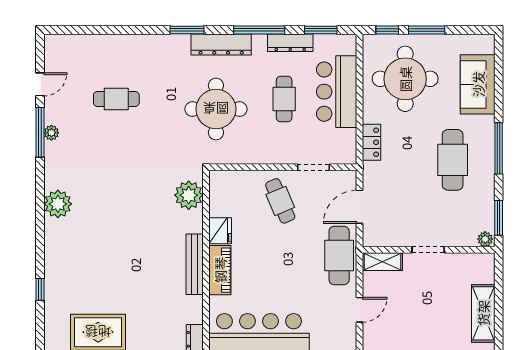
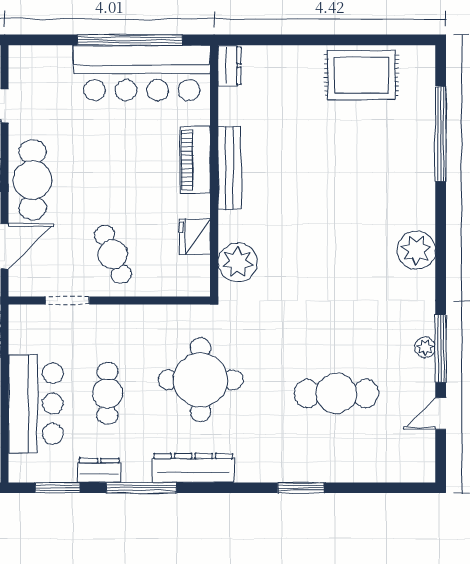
window: (187, 30) -> (301, 488), moved
dresser: (290, 43) -> (99, 470), width x0.70
cafe table: (116, 99) -> (336, 393), width x1.37, depth x1.35
fridge: (220, 231) -> (195, 237), moved
window: (40, 289) -> (441, 134), width x3.17

